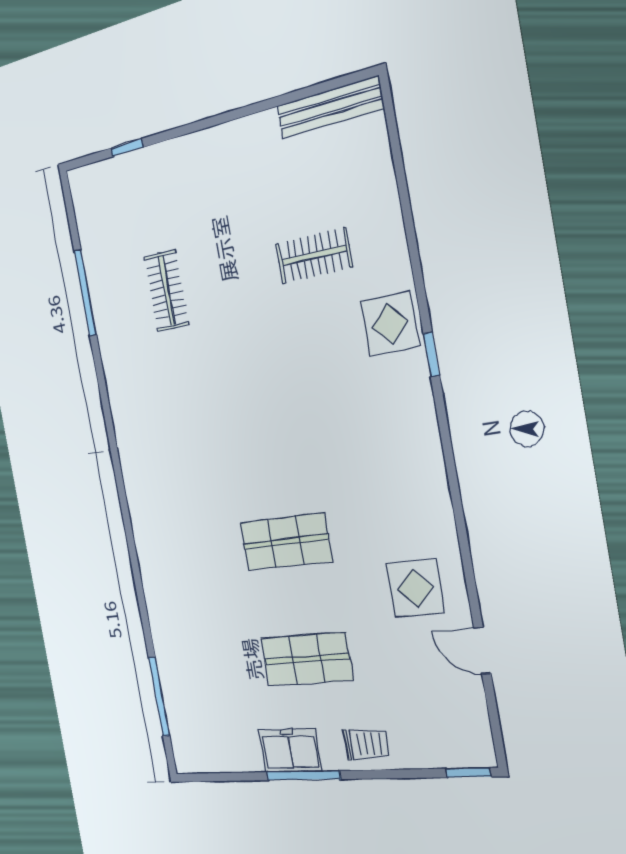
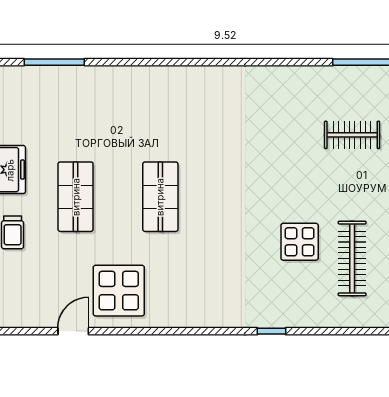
clothes rail: (314, 256) -> (352, 258), width x1.36
display table: (390, 324) -> (300, 242), moved
display table: (415, 588) -> (119, 291), width x1.36, depth x1.36

